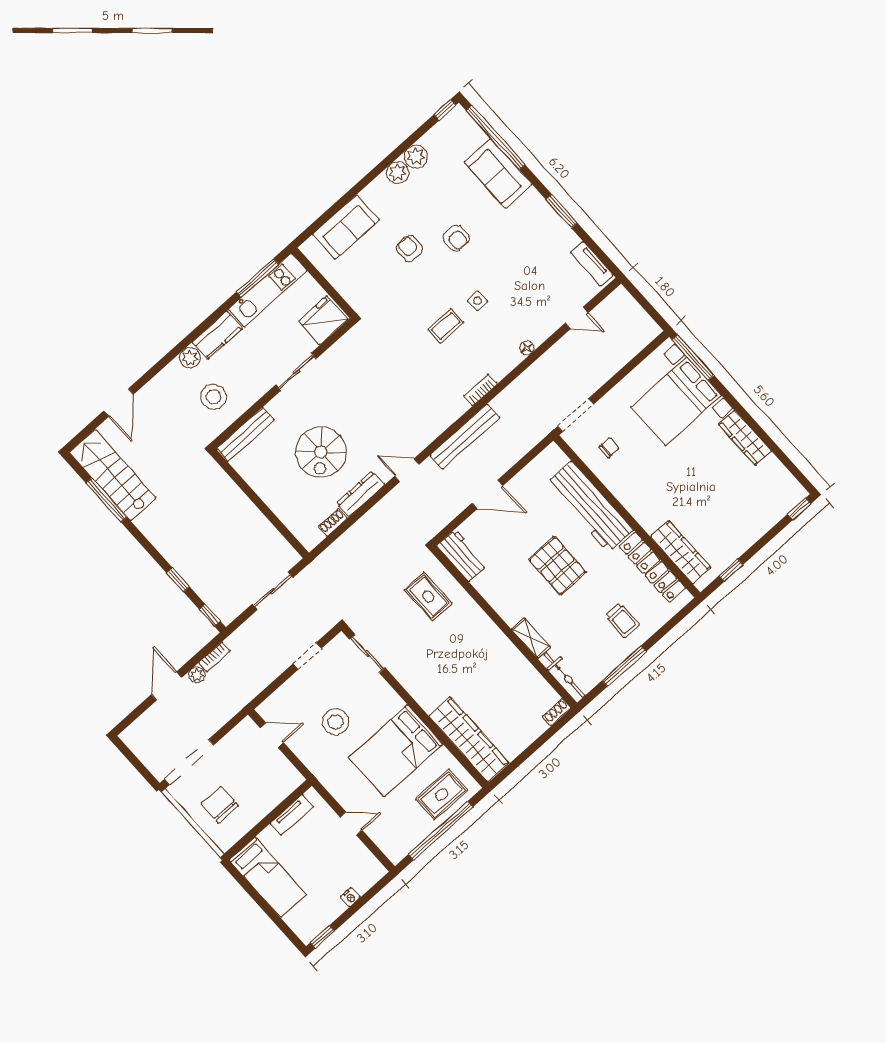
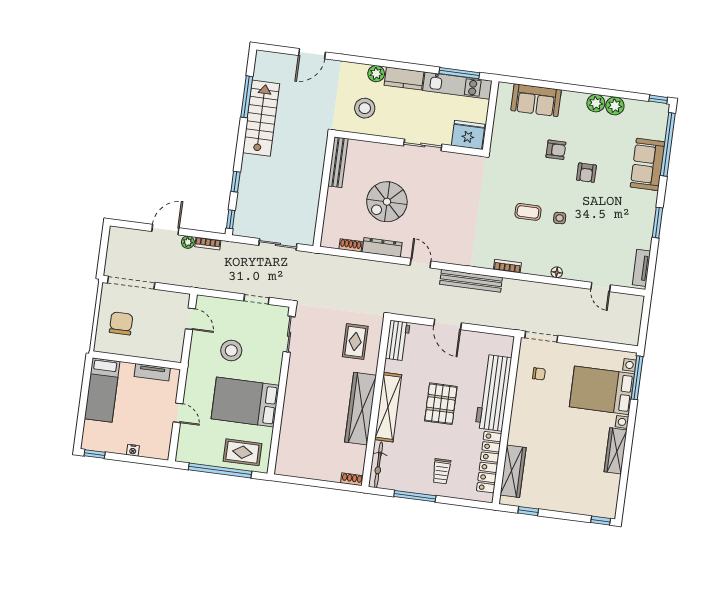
armchair: (409, 249) -> (556, 150), turned 90
bench: (245, 434) -> (338, 162), moved, turned 90
stairs: (113, 475) -> (261, 118), moved
shelving: (531, 638) -> (388, 407), width x2.20, depth x1.33
wardrobe: (469, 739) -> (361, 409), moved, turned 180

